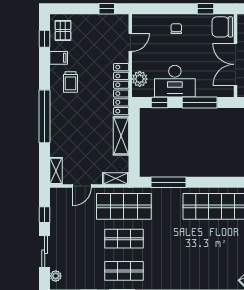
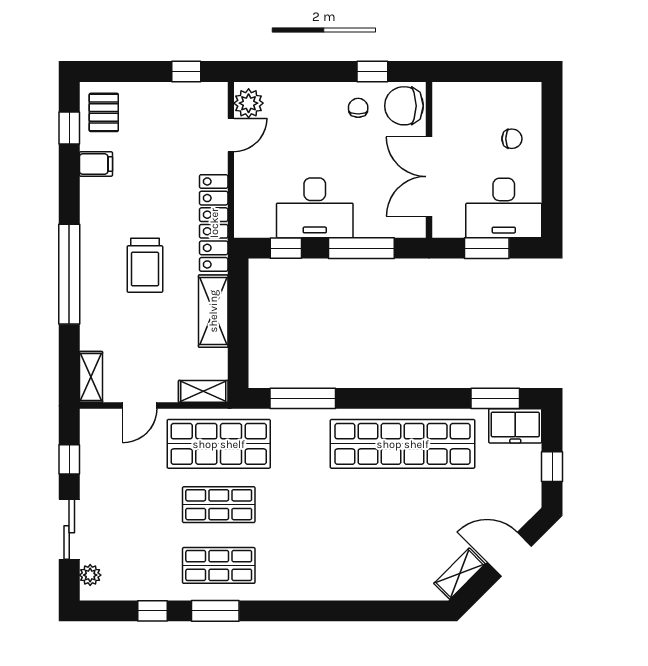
chair: (176, 29) -> (358, 108), moved
plant: (140, 79) -> (249, 103), moved
trolley: (71, 82) -> (145, 265), moved, width x1.36, depth x1.39

